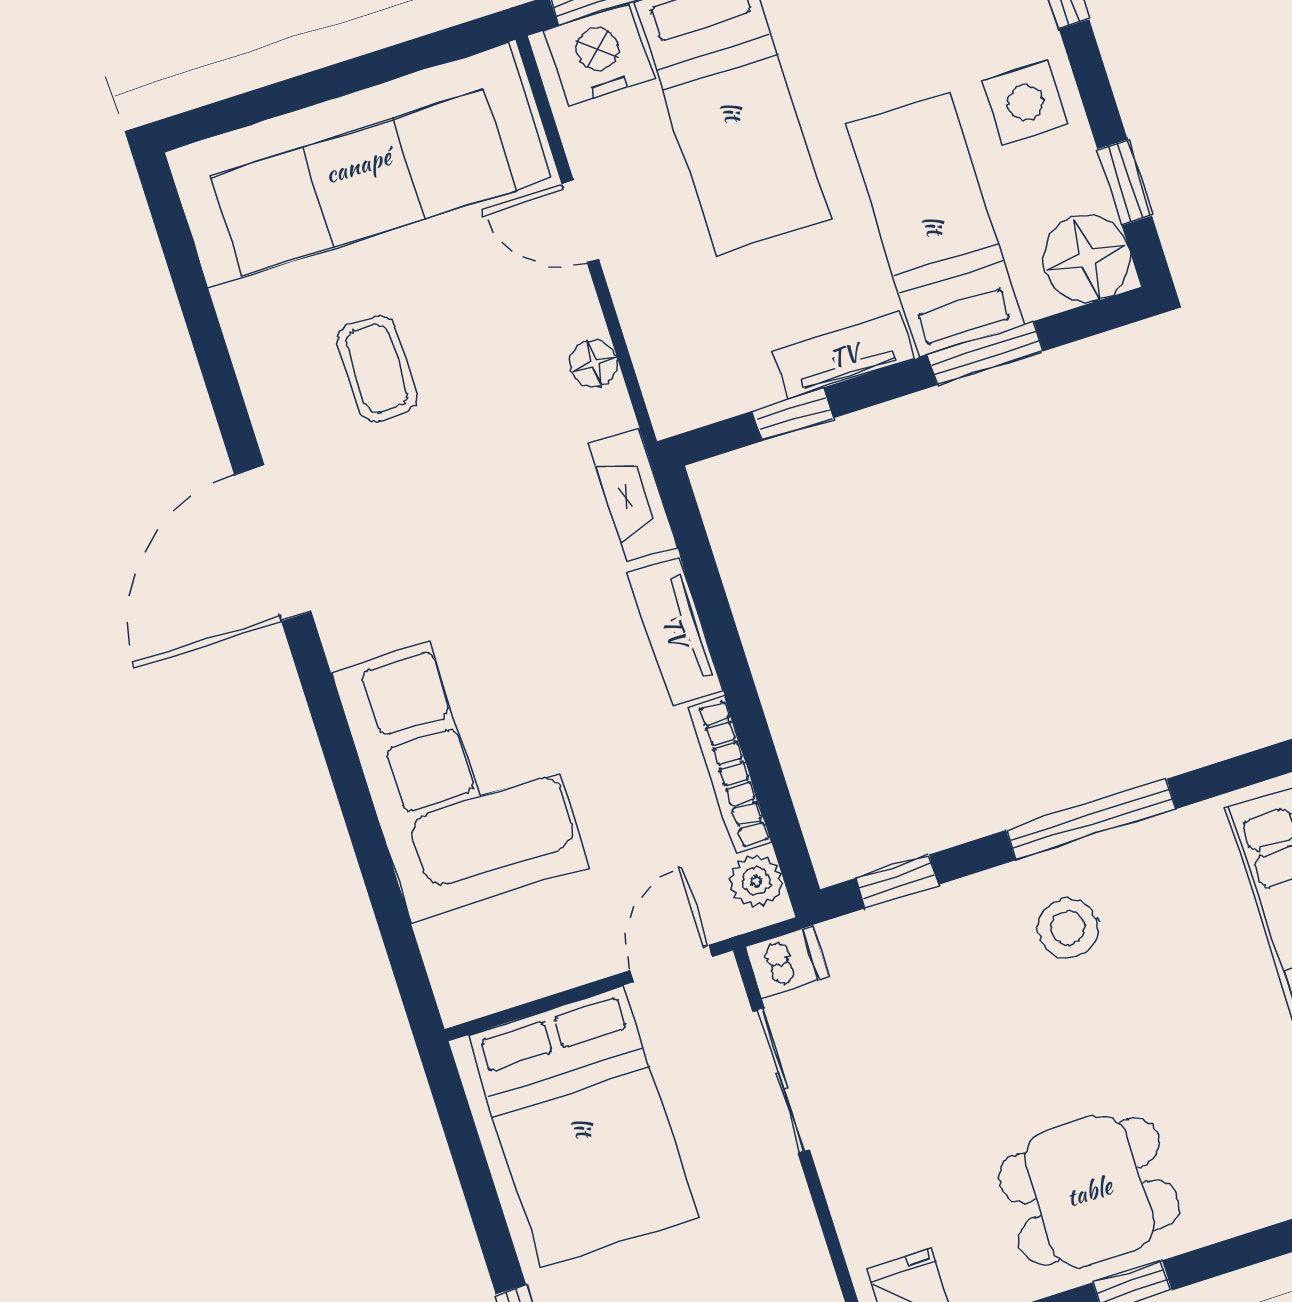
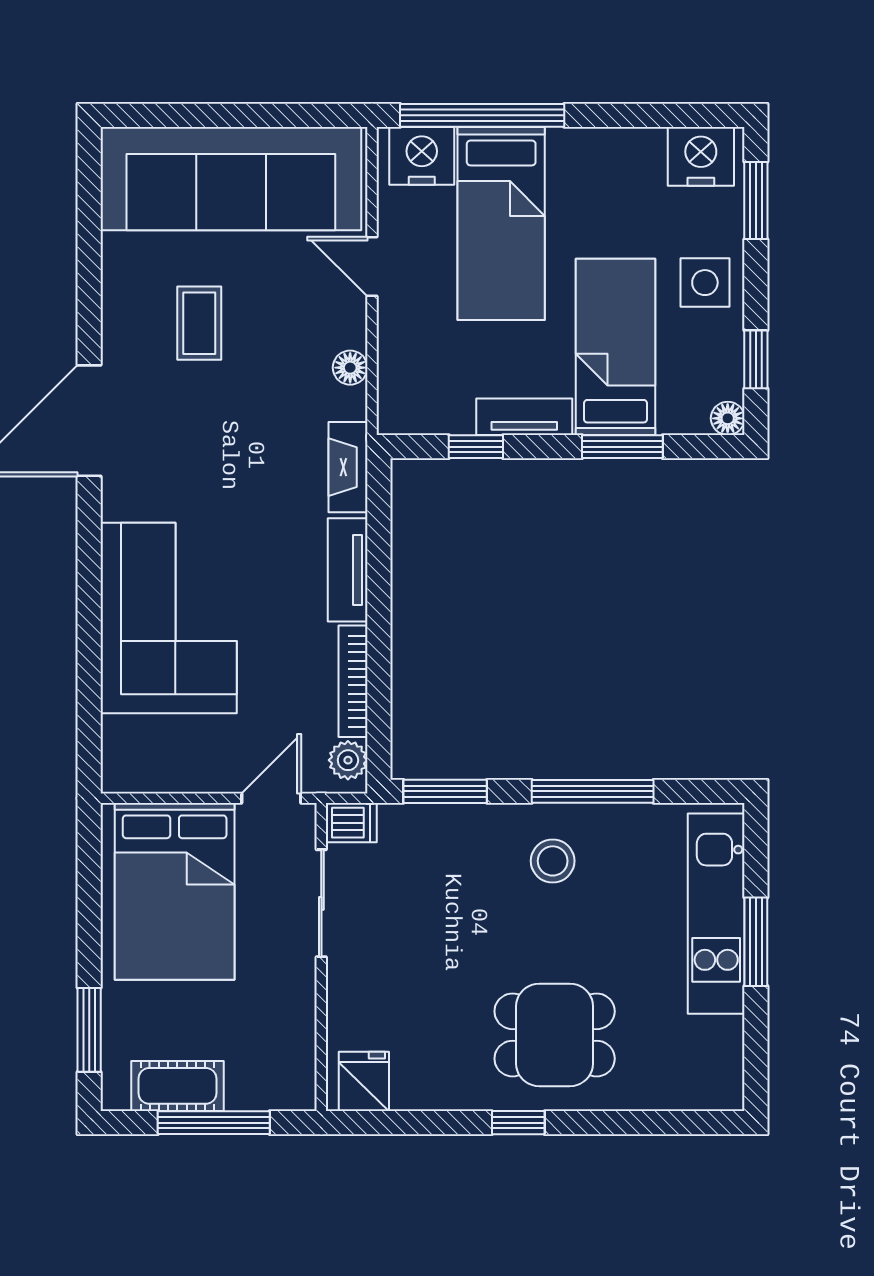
floor lamp: (1086, 258) -> (728, 418), width x0.53, depth x0.53
window: (897, 881) -> (445, 791), width x1.50
dining table: (1089, 1191) -> (555, 1035), moved

